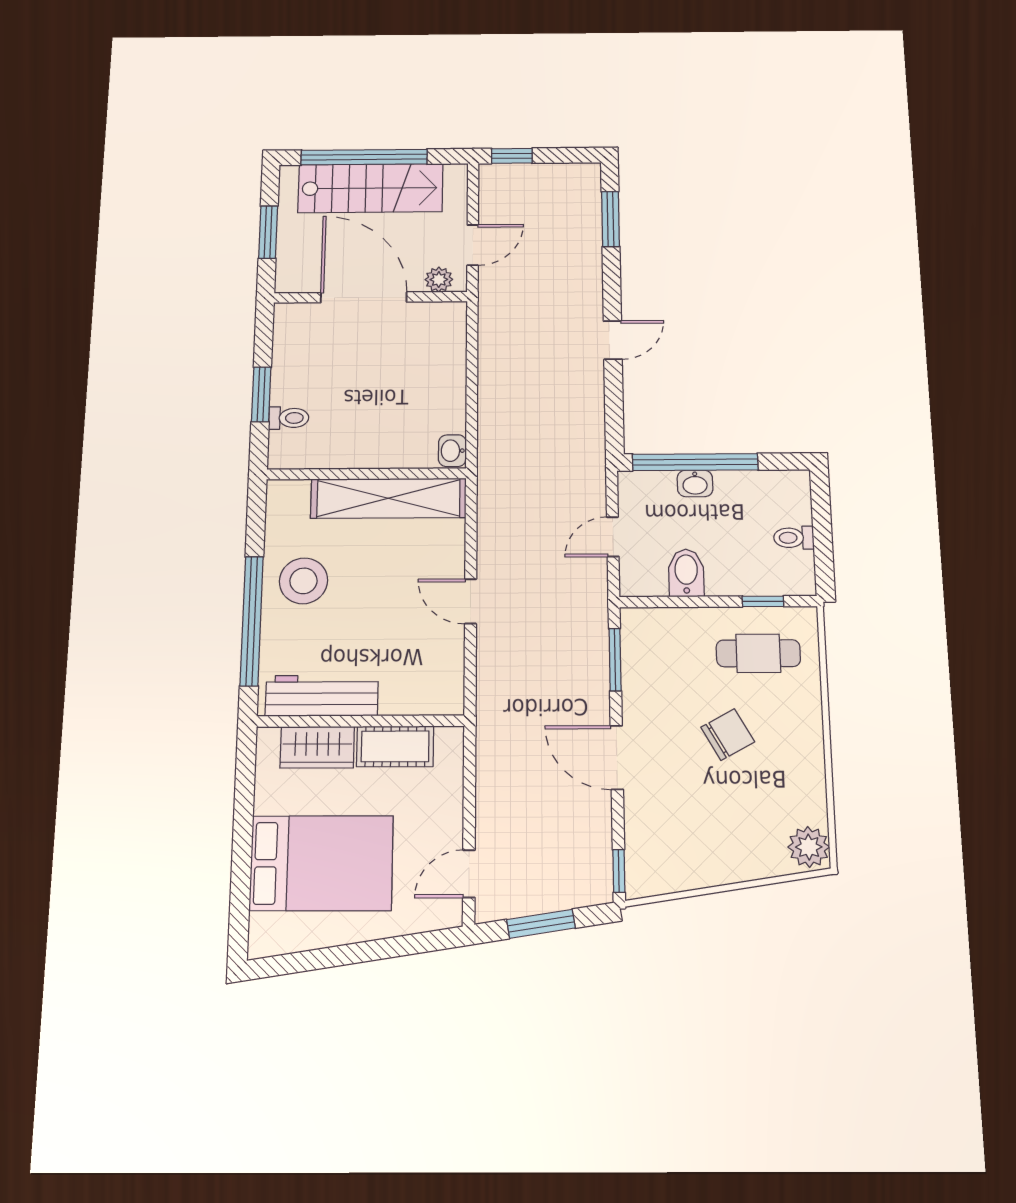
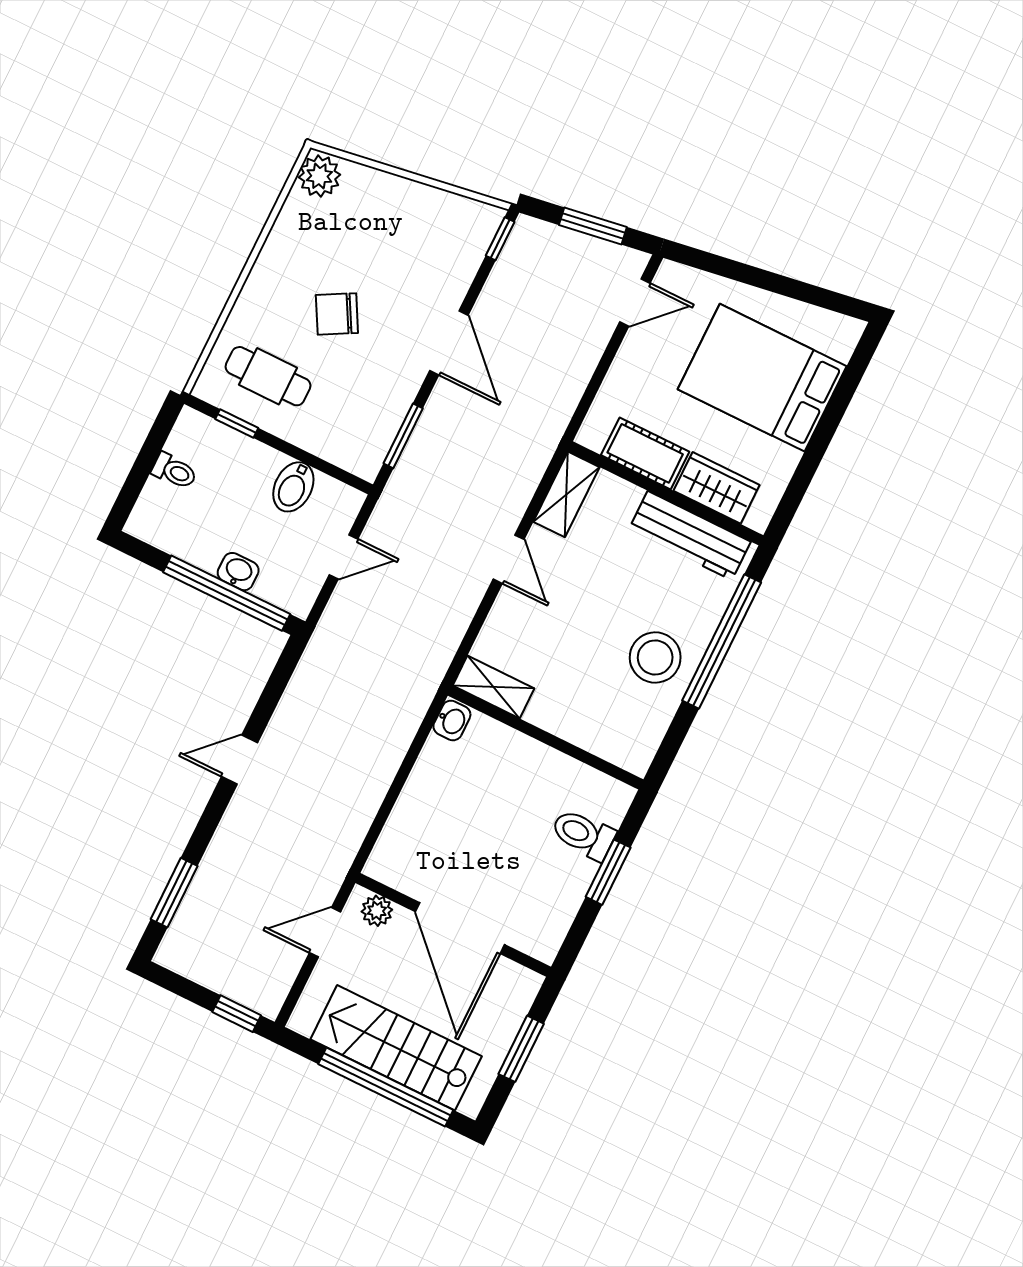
toilet: (289, 418) -> (583, 834), width x1.37, depth x1.39
shelving: (388, 498) -> (494, 687), width x0.45, depth x0.75
shelving: (447, 679) -> (566, 494), added

